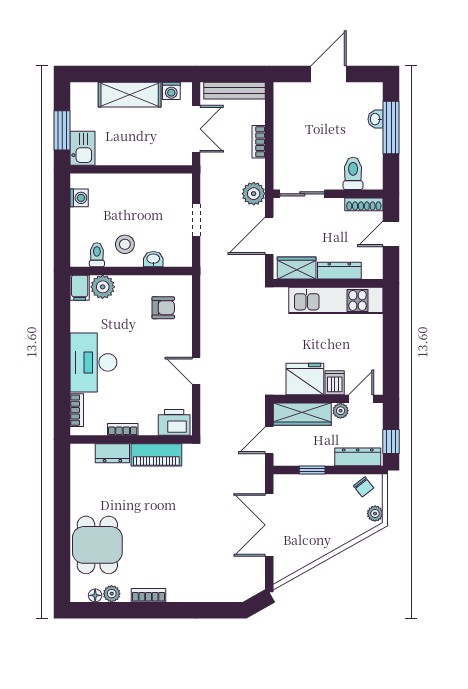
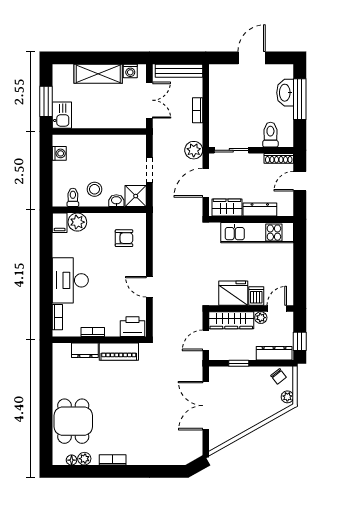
washbasin: (376, 119) -> (285, 93), width x1.91, depth x1.45
shower: (178, 253) -> (136, 196), added

